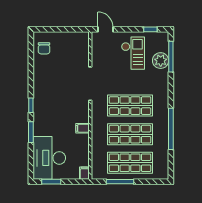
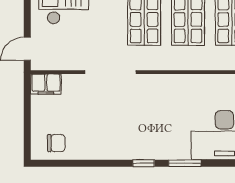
filing cabinet: (83, 128) -> (46, 84), moved, width x2.00

